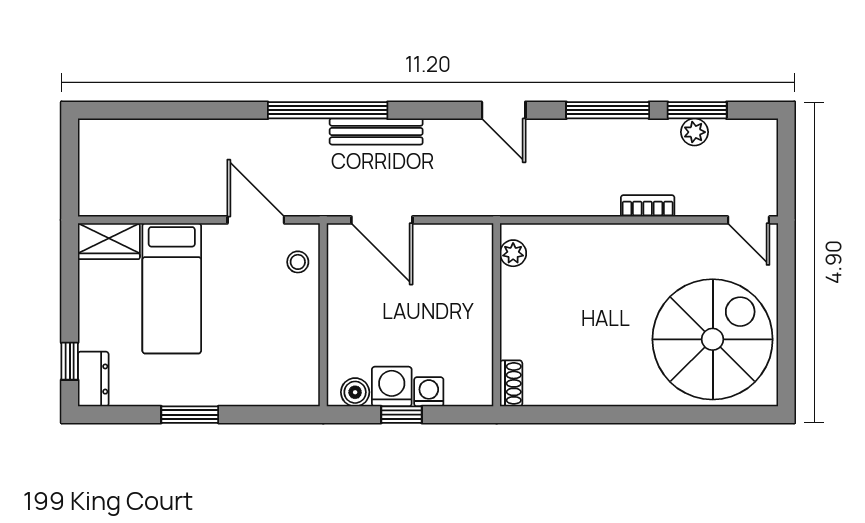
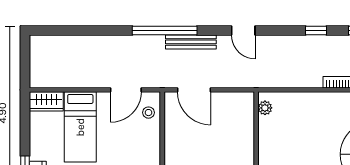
door: (504, 110) -> (243, 30), moved
window: (608, 110) -> (316, 30), width x0.46
door: (256, 220) -> (126, 90), swing flipped

